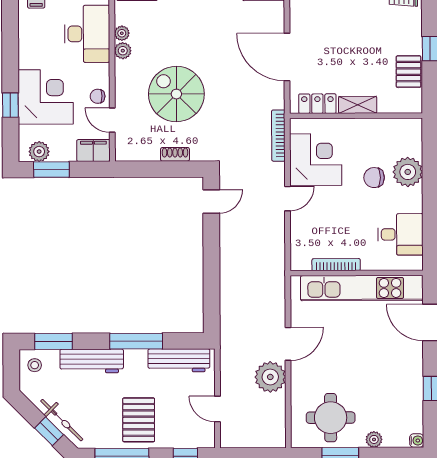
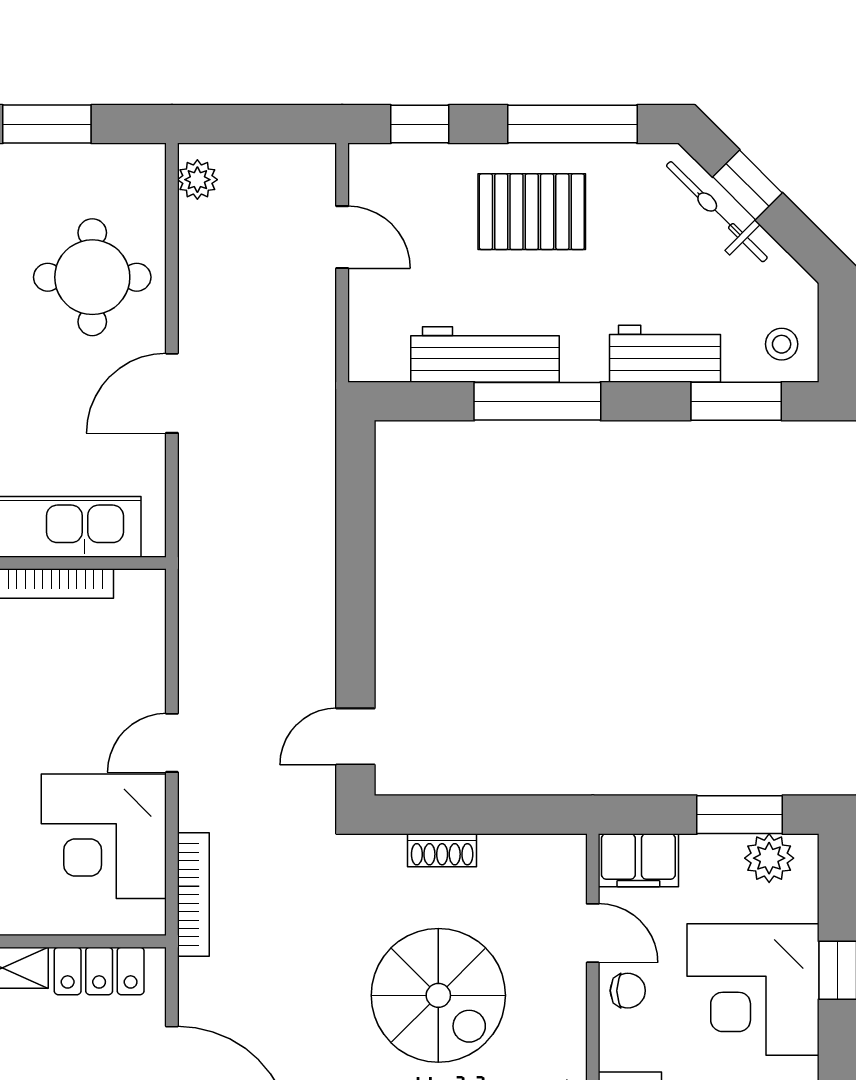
workbench: (179, 360) -> (485, 354), moved
workbench: (92, 361) -> (665, 354), width x0.73
plant: (270, 377) -> (197, 180), moved, width x0.53, depth x0.53
round table: (331, 418) -> (92, 277), moved
pallet: (139, 420) -> (532, 212), turned 90

